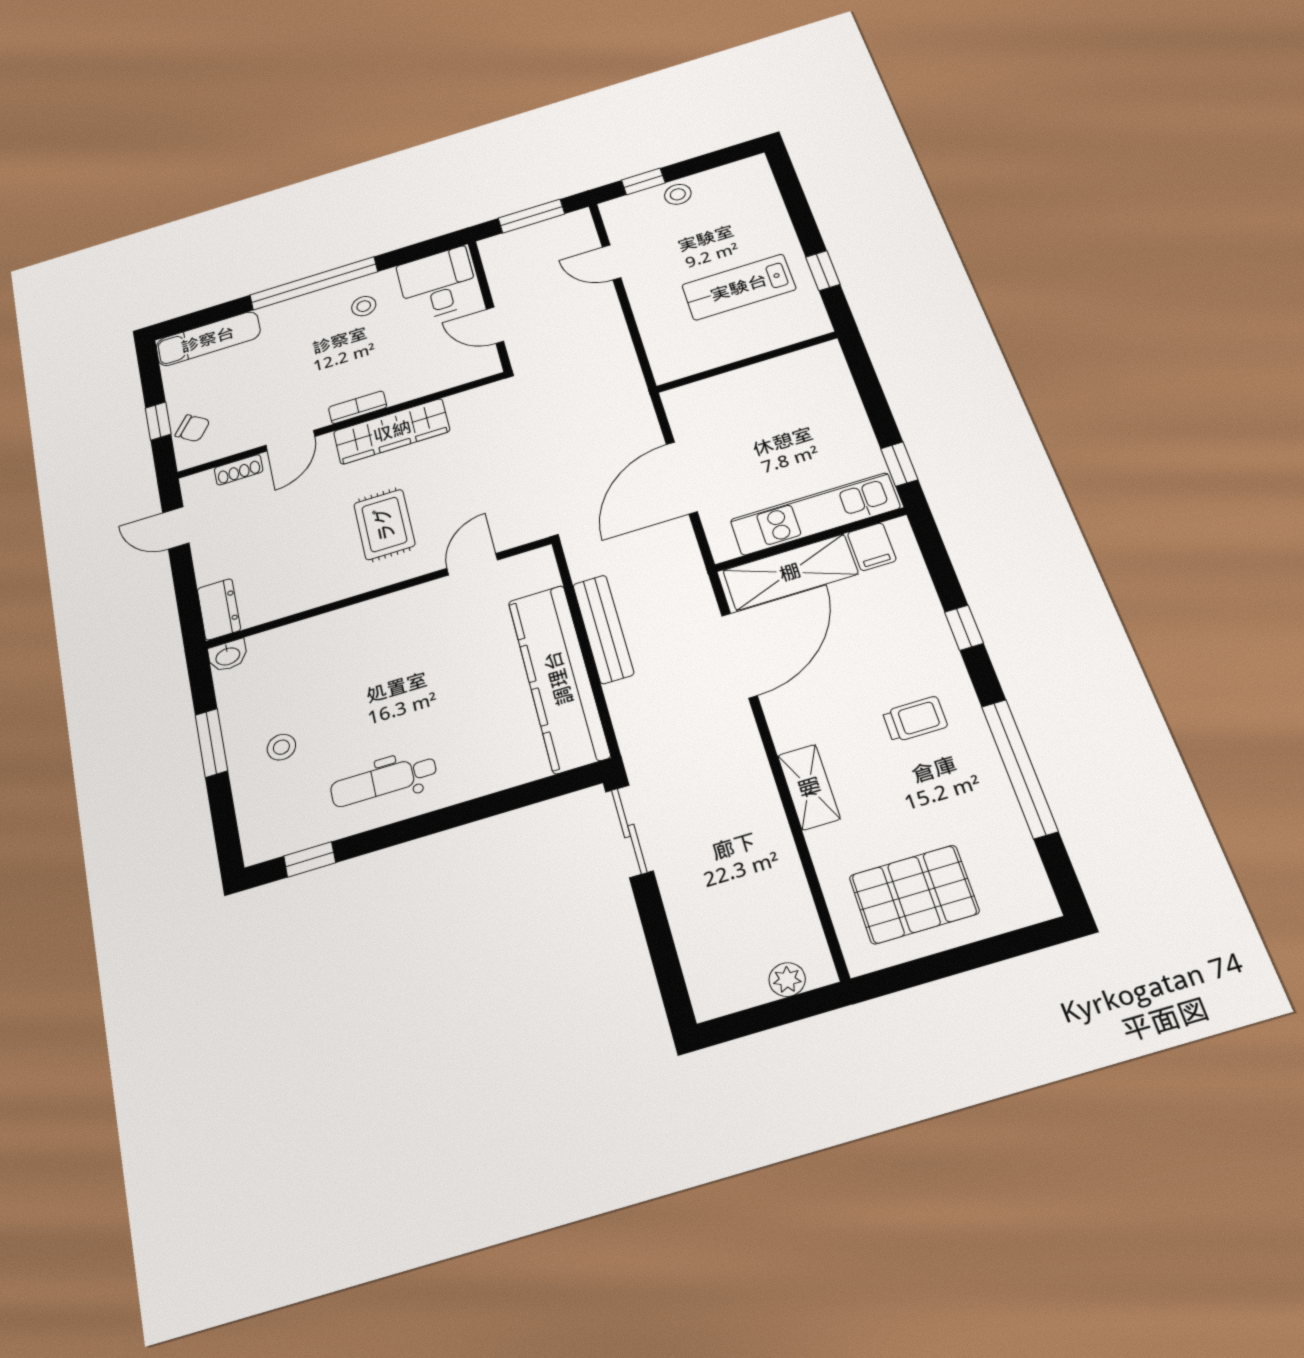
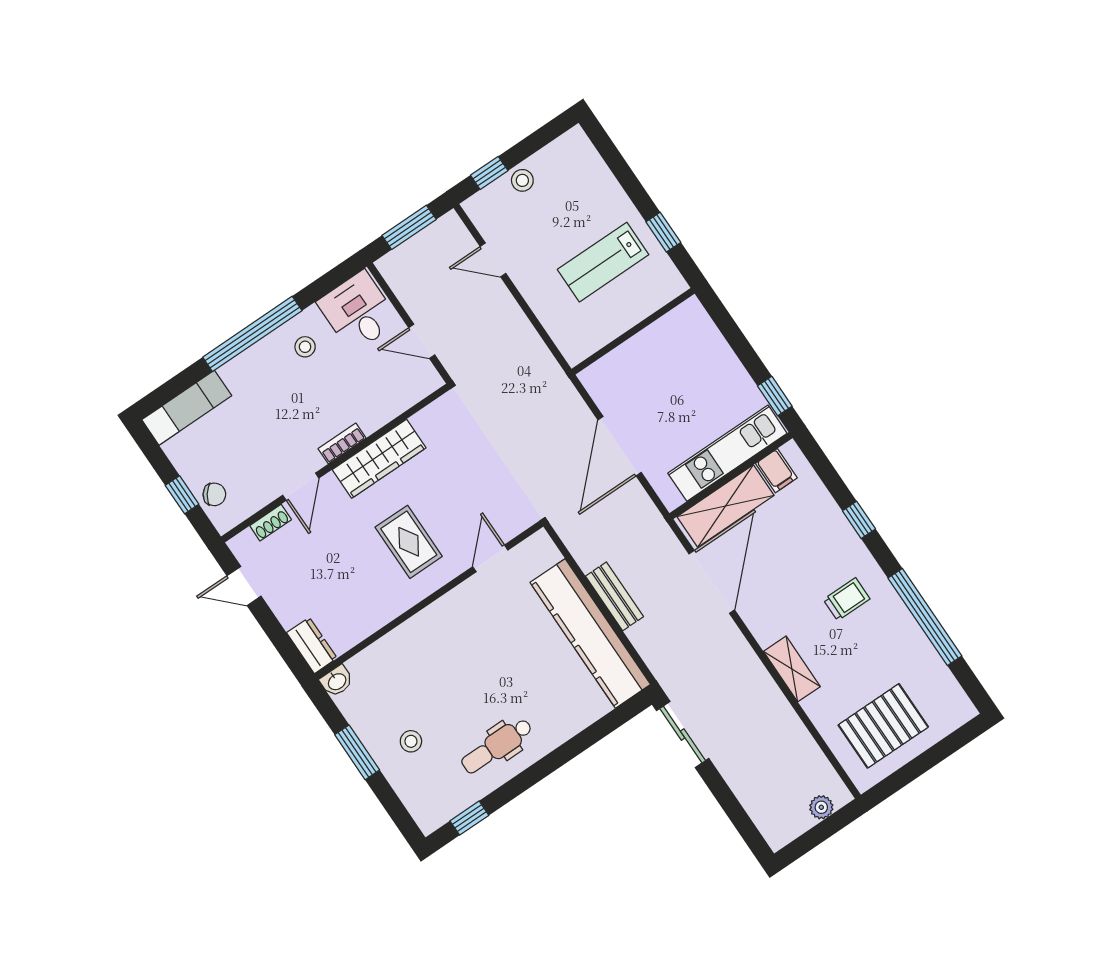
bench: (603, 629) -> (615, 596), width x0.73

